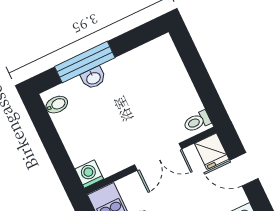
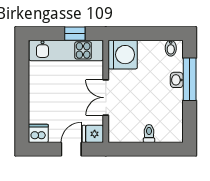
toilet: (197, 122) -> (149, 134), moved
washing machine: (89, 174) -> (123, 55), width x1.89, depth x1.89

